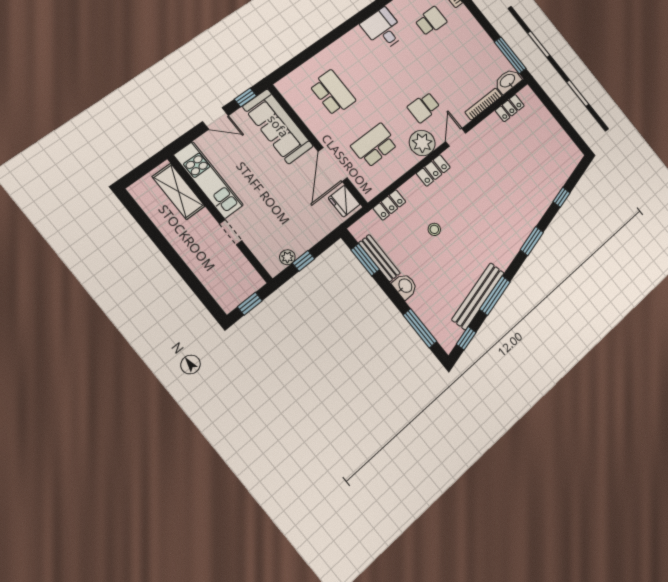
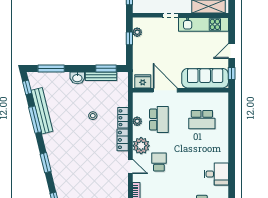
plant: (398, 170) -> (137, 121), added
locker: (389, 205) -> (123, 118), moved

